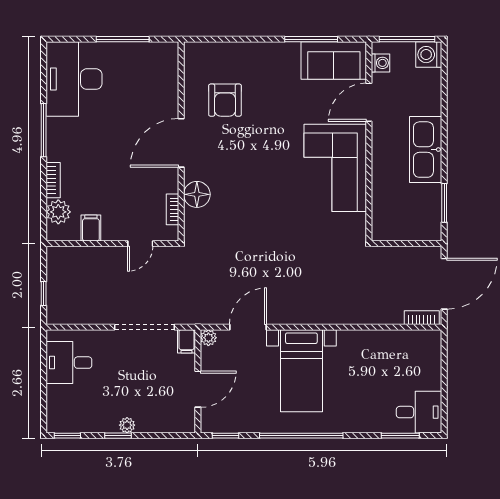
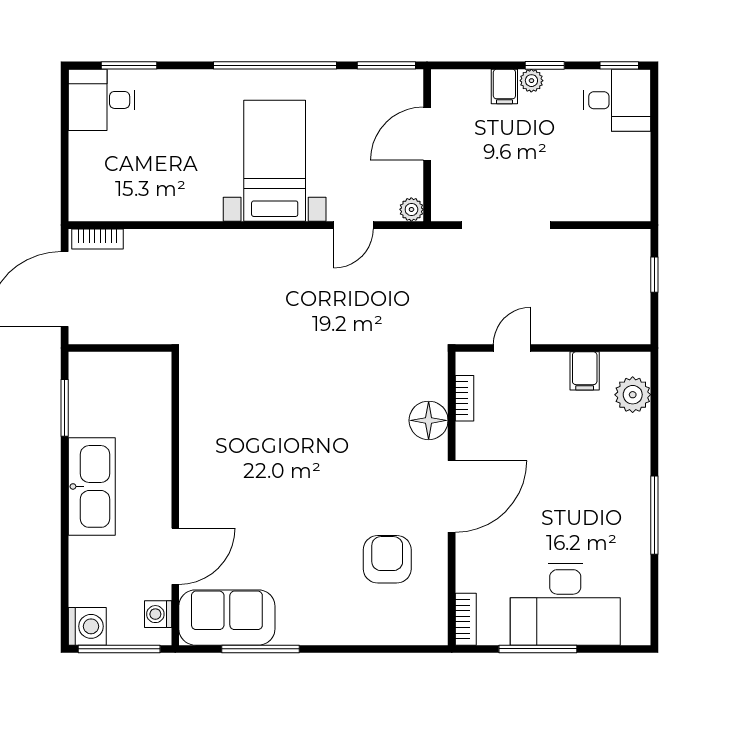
desk: (74, 79) -> (565, 604), moved, turned 90
corner sofa: (335, 168) -> (225, 459), removed
bookcase: (53, 180) -> (466, 619), moved, turned 180
door: (248, 327) -> (353, 225), width x0.73
filing cabinet: (187, 341) -> (504, 86), moved, turned 180
desk: (69, 363) -> (617, 100), moved
window: (226, 436) -> (386, 65), width x1.50

